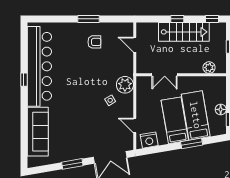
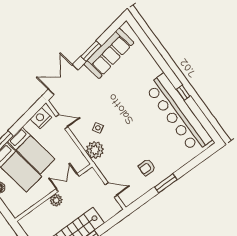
plant: (209, 68) -> (56, 200), moved
sofa: (38, 132) -> (109, 53), moved, turned -100

